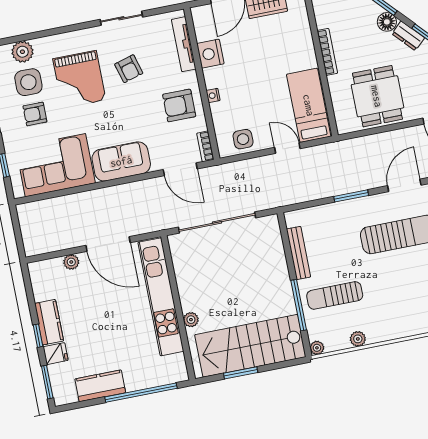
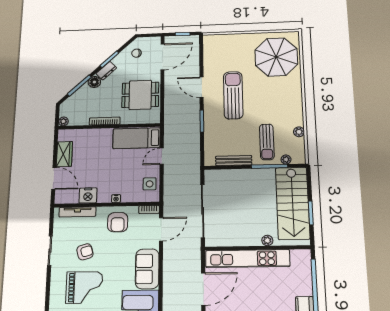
plant: (317, 348) -> (286, 159), moved

